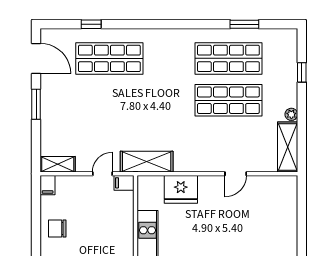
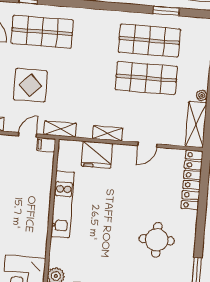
display table: (101, 119) -> (30, 85), added
shelving: (147, 162) -> (60, 129), width x0.67, depth x0.75
shelving: (191, 165) -> (107, 133), added
locker: (288, 209) -> (192, 180), added

